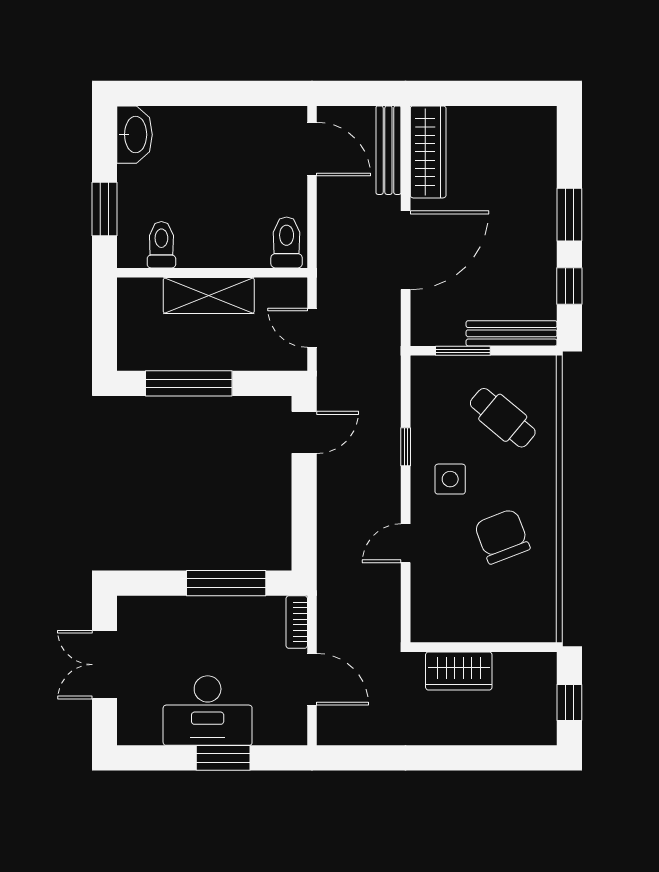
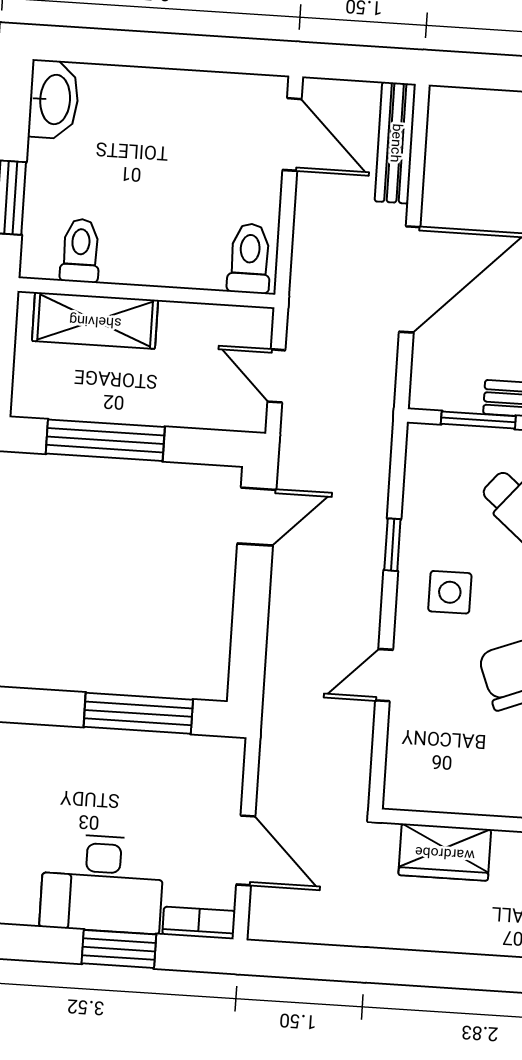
wardrobe: (428, 152) -> (449, 148), removed
shelving: (209, 296) -> (95, 320), moved
bookcase: (297, 622) -> (199, 923), moved, turned 90

